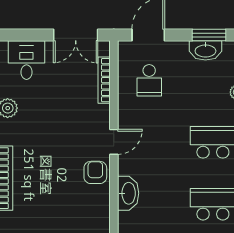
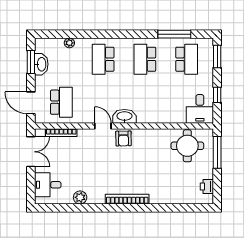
school desk: (149, 80) -> (61, 102), width x1.85
armchair: (95, 172) -> (123, 138), turned -91
washbasin: (128, 193) -> (124, 116), moved

